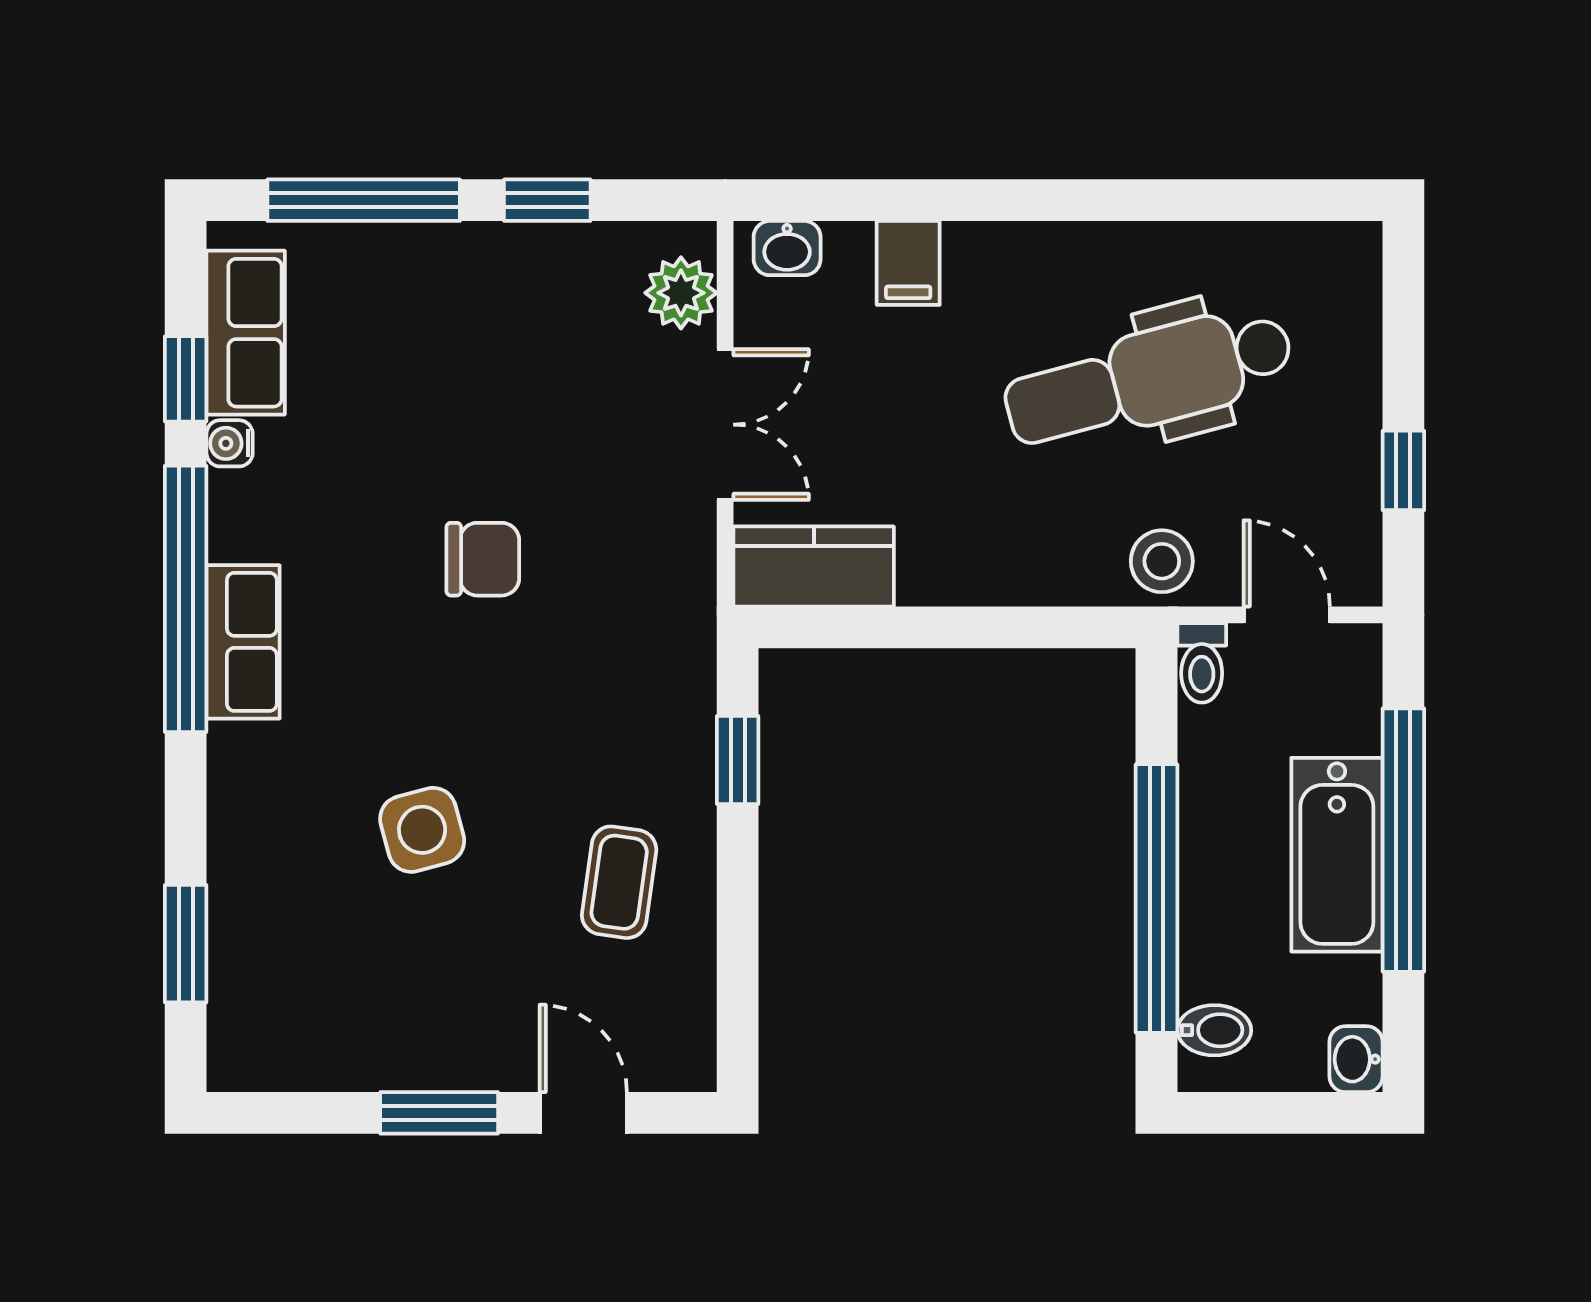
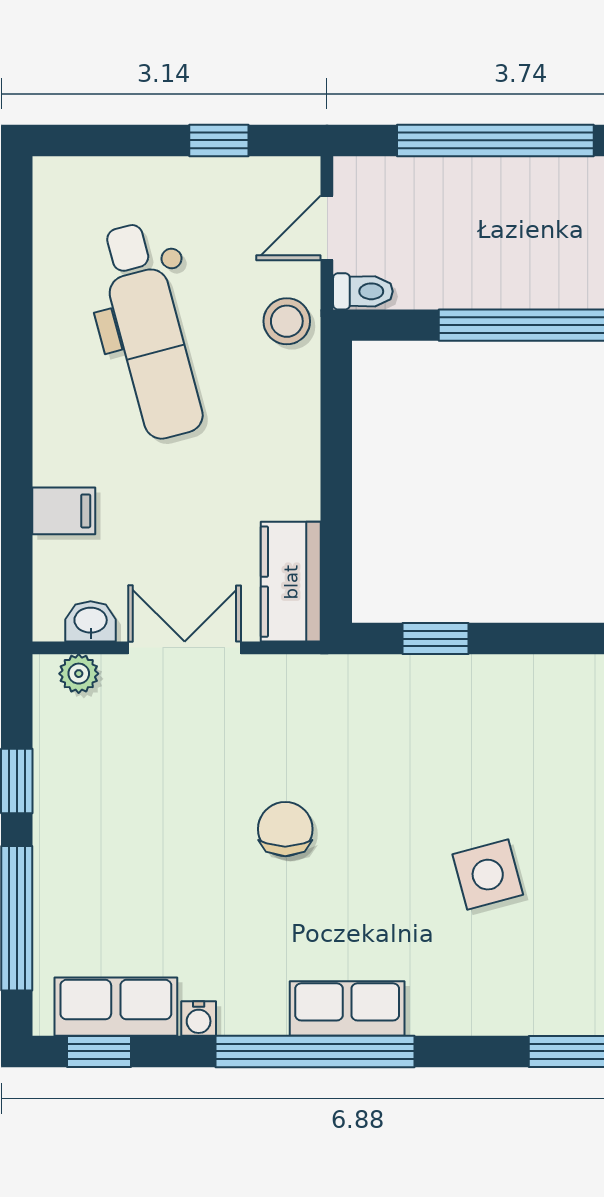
washbasin: (787, 248) -> (91, 621), moved, turned -90
plant: (681, 293) -> (79, 674), width x0.73, depth x0.73
window: (186, 379) -> (99, 1051), moved
bathtub: (1337, 855) -> (506, 190), removed
coffee table: (619, 882) -> (527, 727), removed

